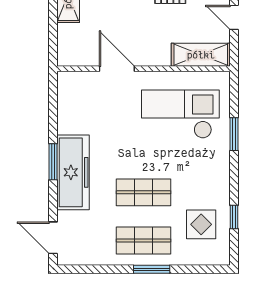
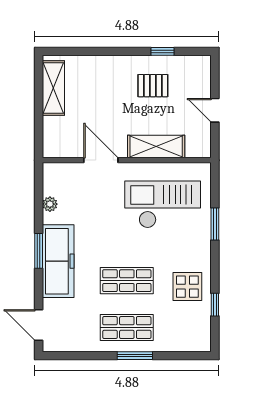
shelving: (201, 55) -> (156, 147), moved
plant: (65, 114) -> (50, 204), added
display table: (201, 224) -> (187, 287), moved

